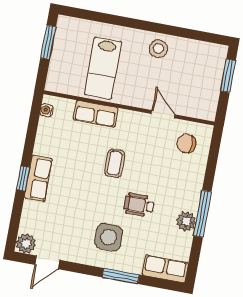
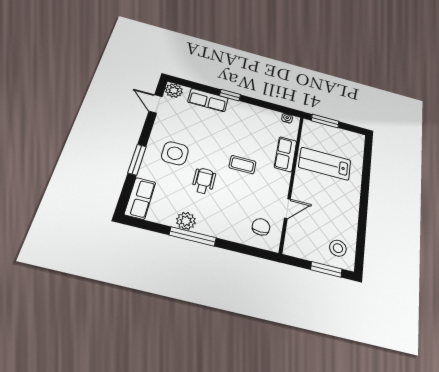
window: (48, 42) -> (325, 121), moved
stool: (158, 49) -> (338, 248), moved
row of seats: (38, 179) -> (208, 100), moved

